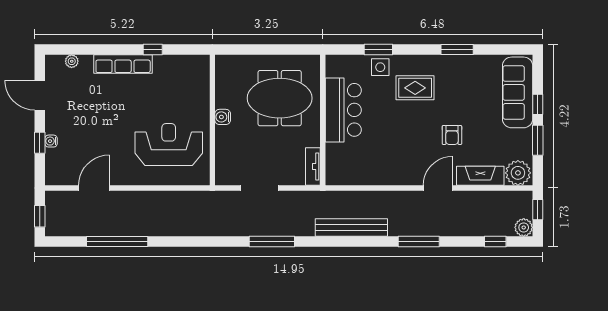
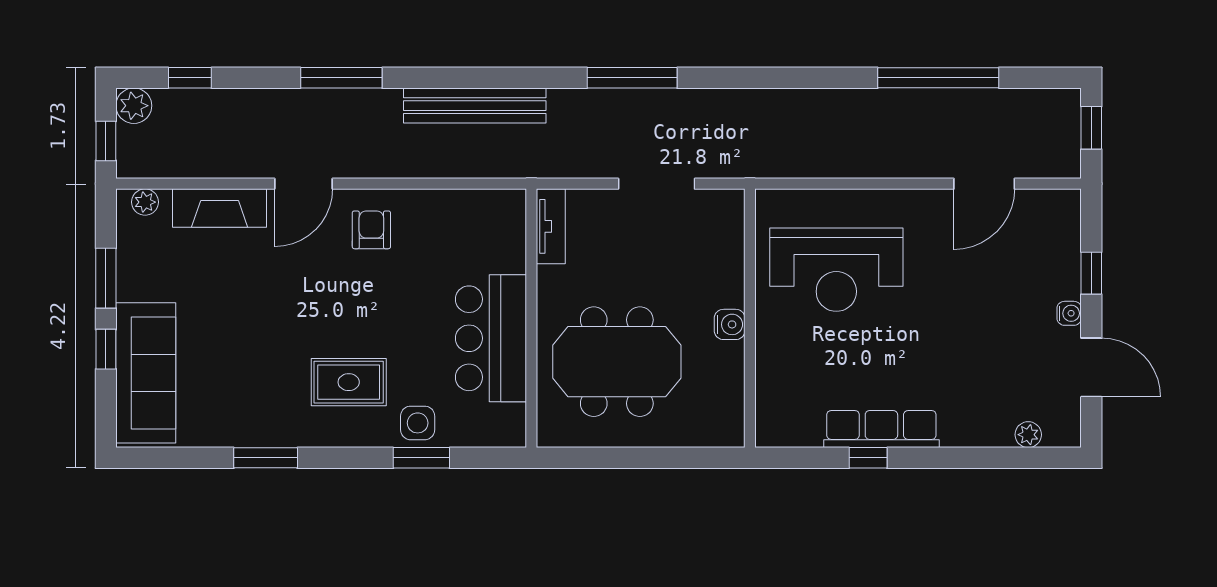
row of seats: (123, 64) -> (881, 429), moved
armchair: (452, 135) -> (371, 230), moved
water cooler: (51, 141) -> (1069, 313), moved
plant: (518, 173) -> (145, 202), width x0.53, depth x0.53

